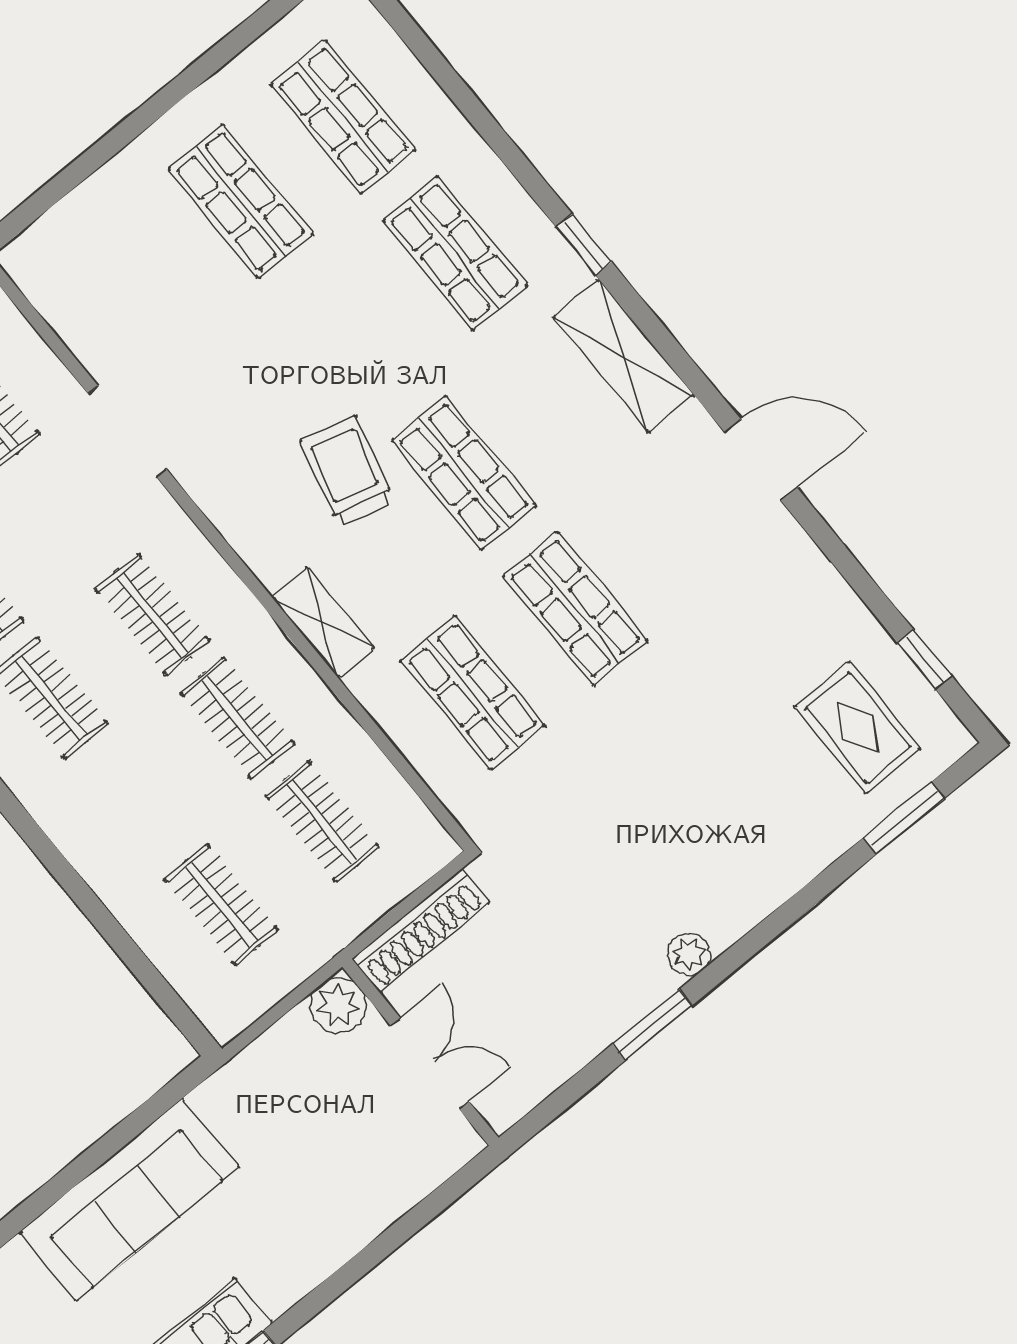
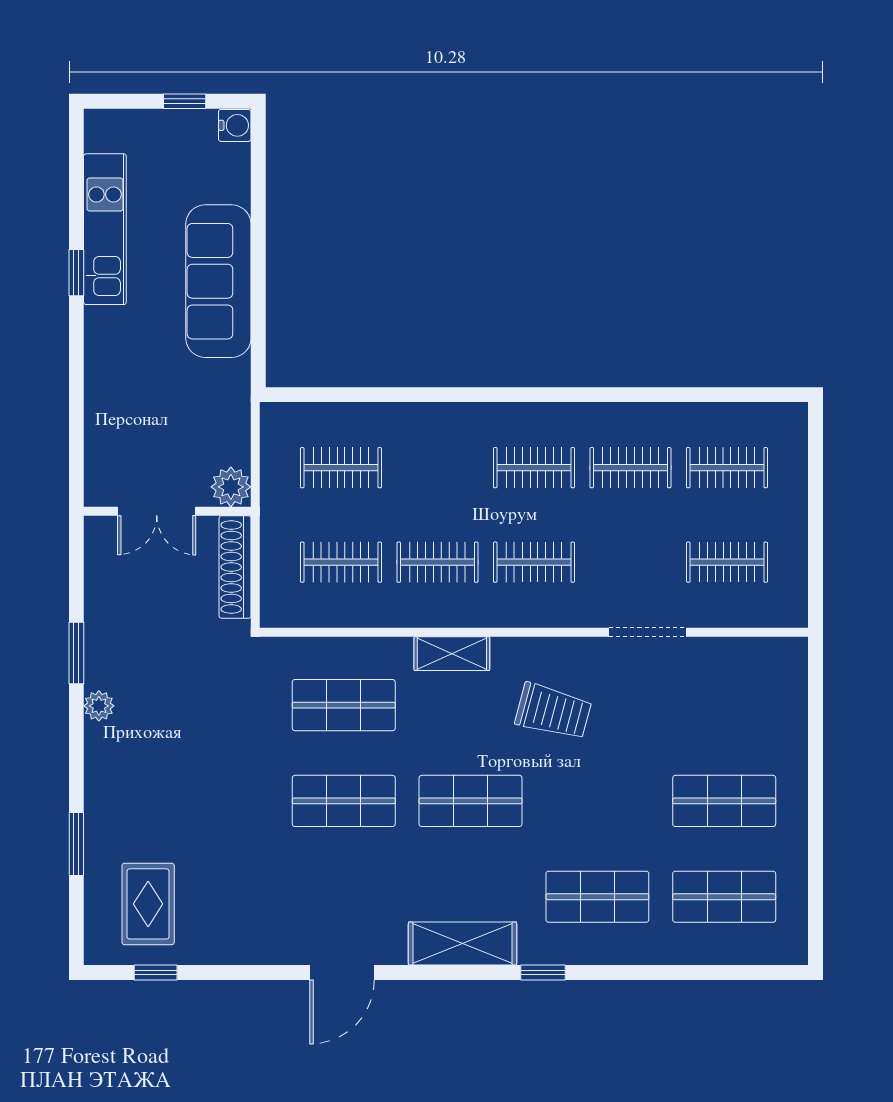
trolley: (347, 471) -> (553, 711), moved
rug: (858, 728) -> (148, 904), turned 90
window: (904, 818) -> (76, 844), moved

